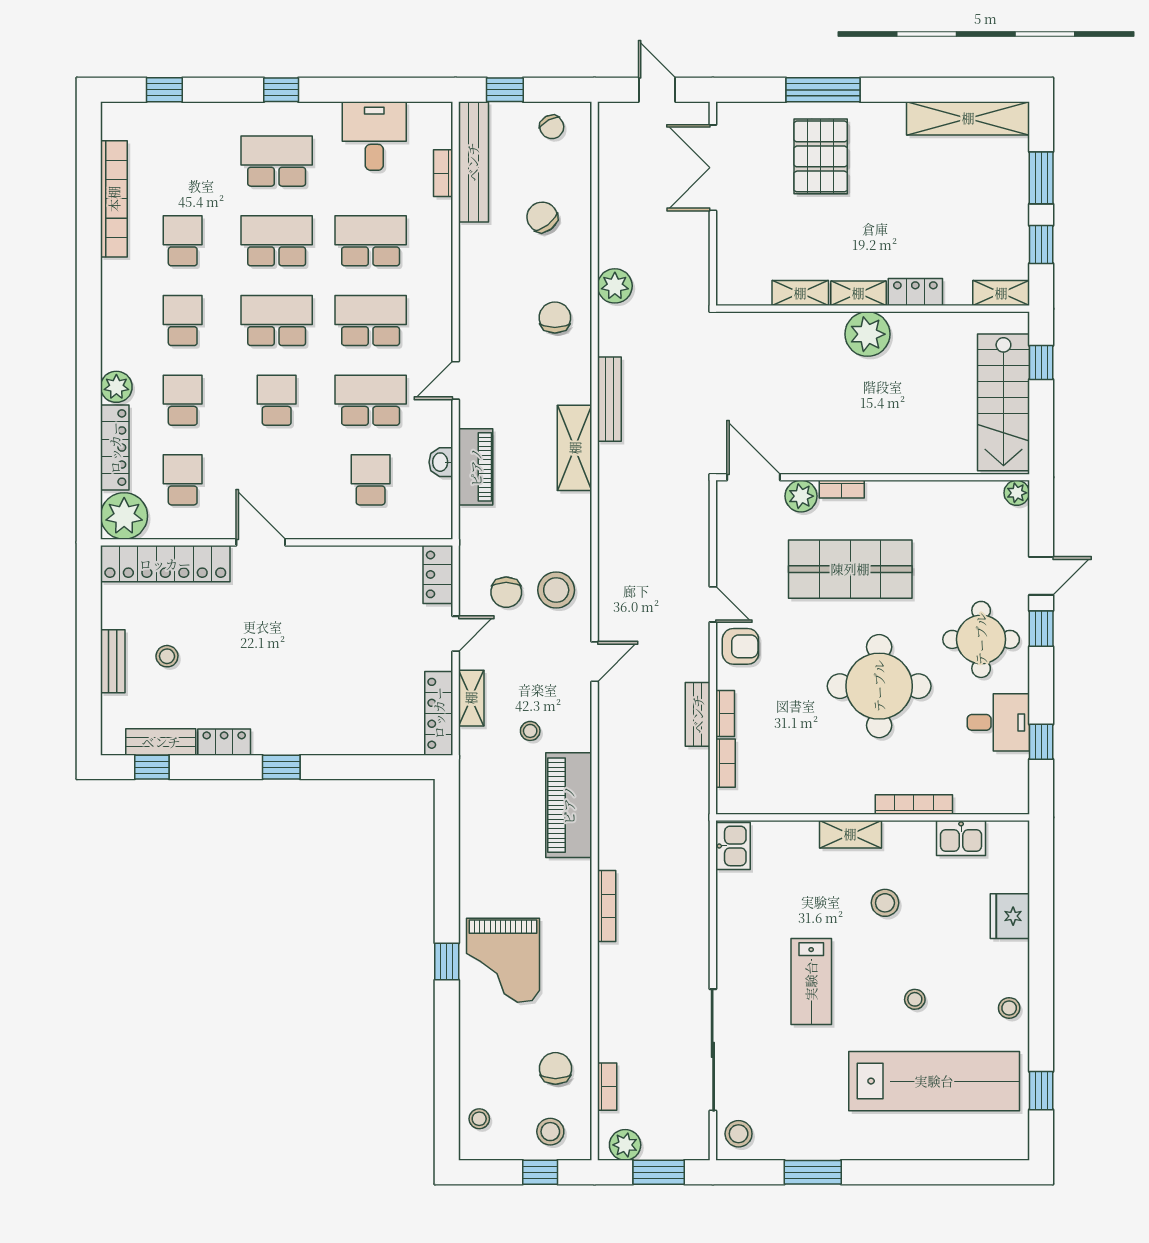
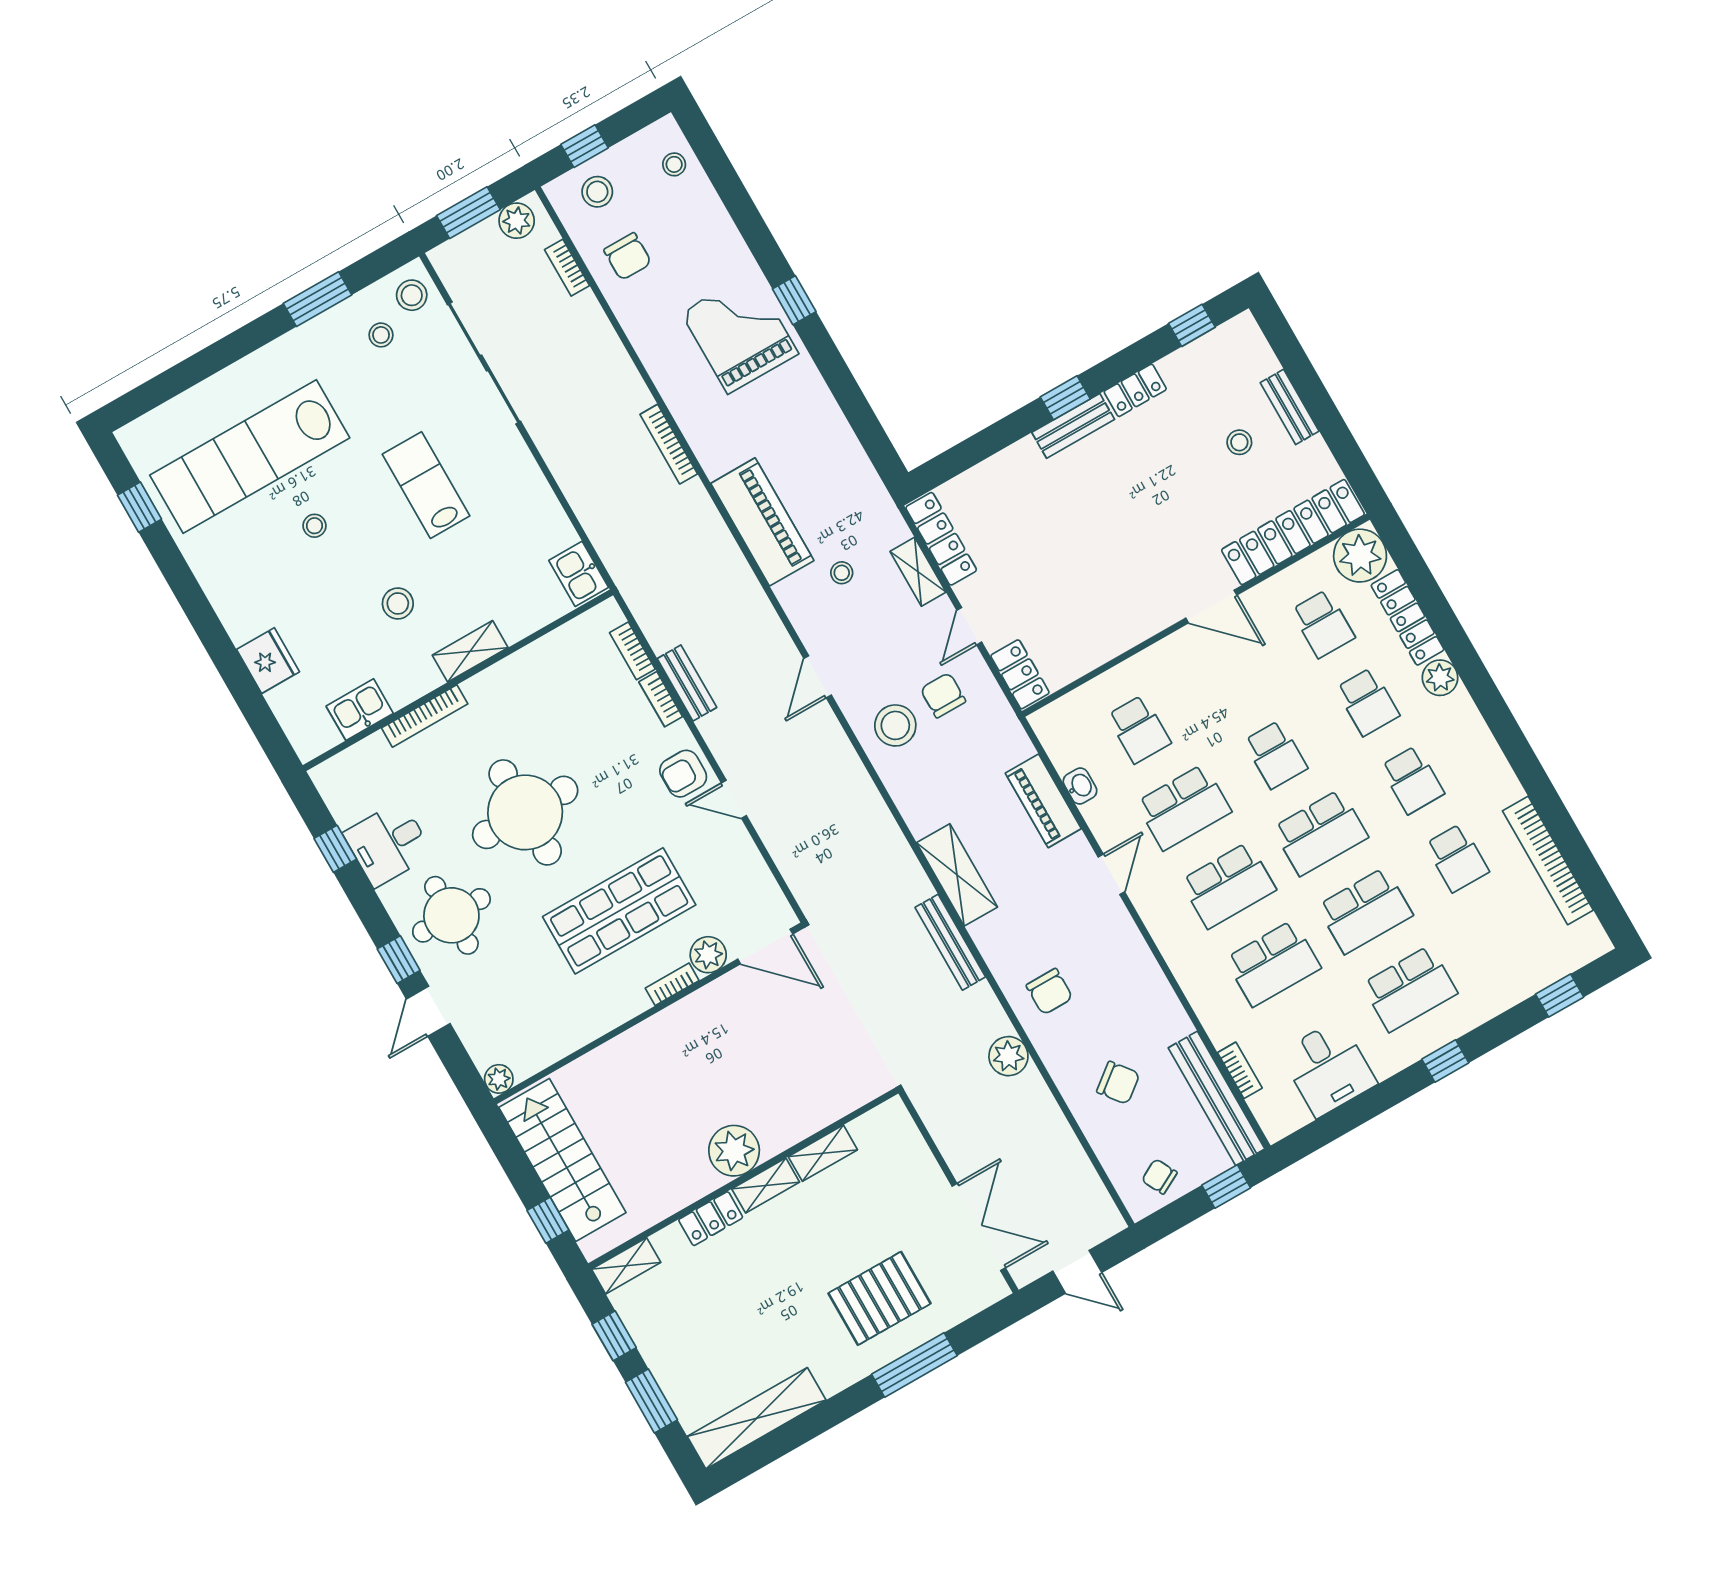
pallet: (821, 156) -> (879, 1298), turned 90
bench: (161, 742) -> (1073, 426), moved
stool: (1009, 1008) -> (381, 335), moved

